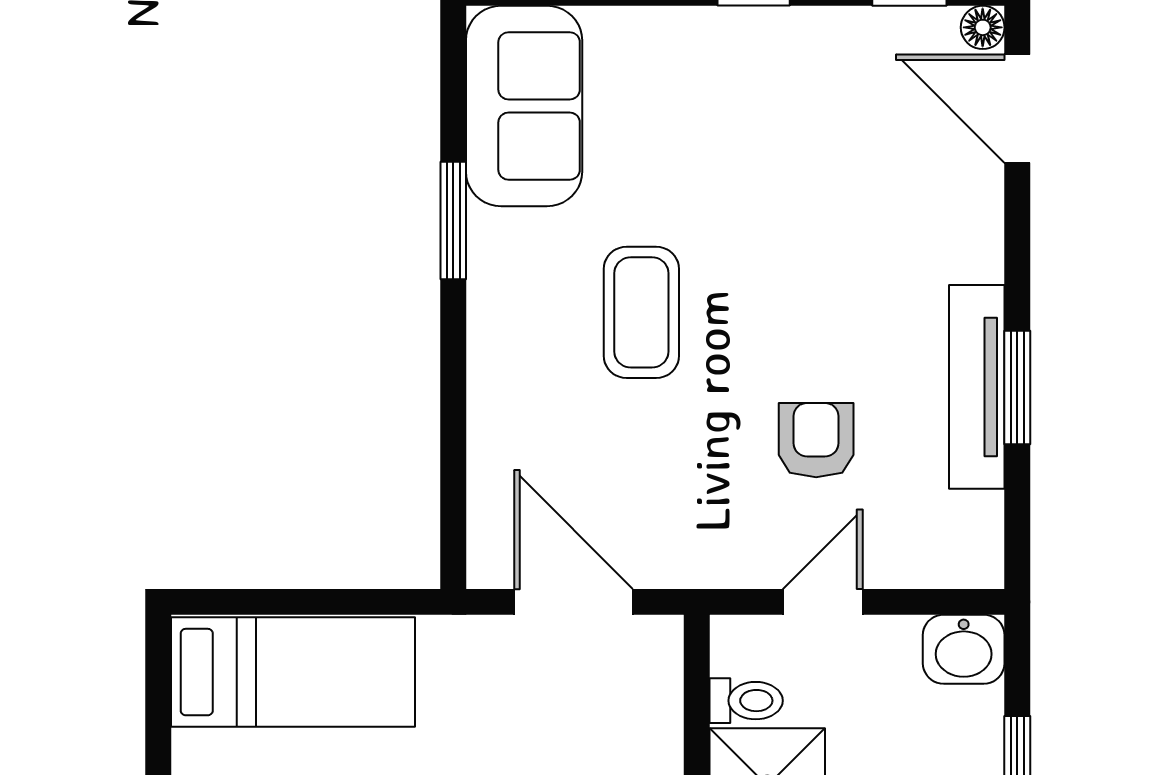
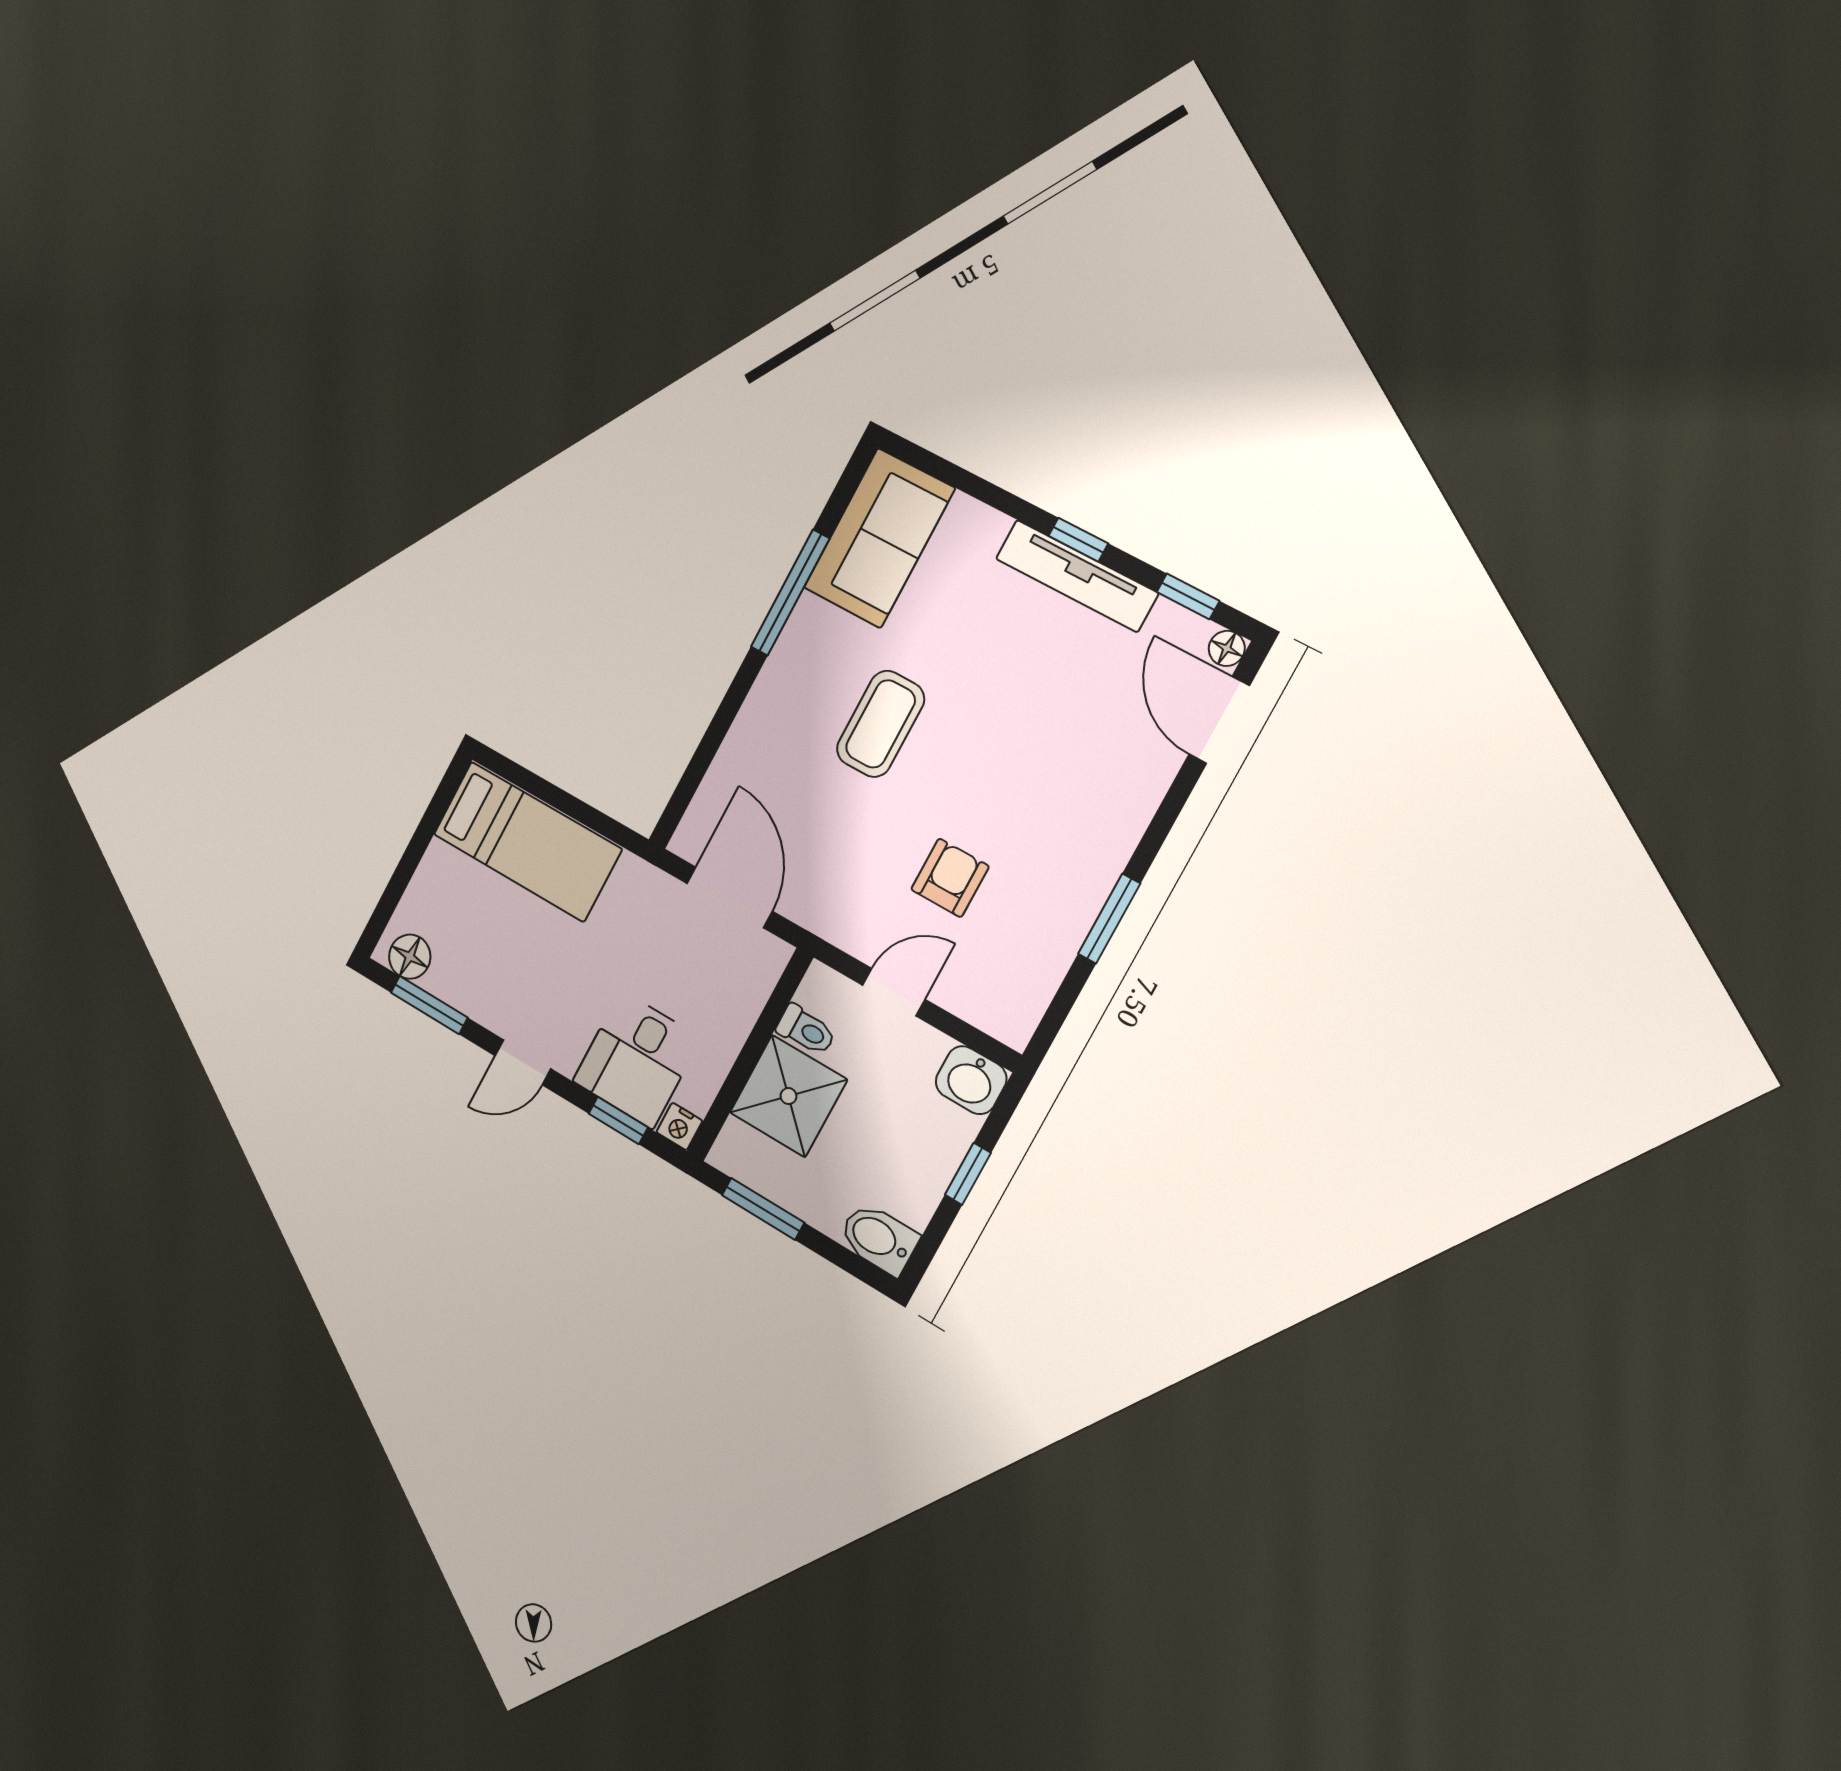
window: (453, 220) -> (790, 593), width x1.44
tv unit: (977, 387) -> (1077, 576), moved, turned -90

